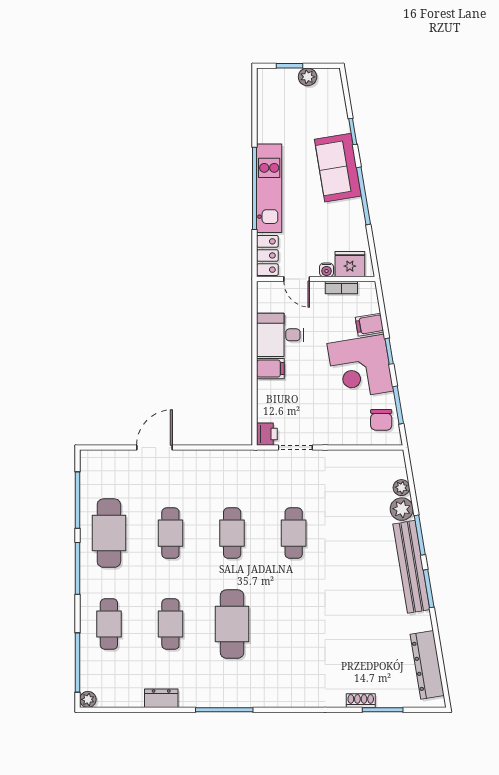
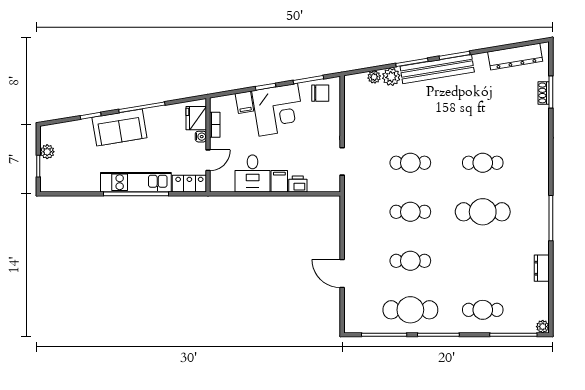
printer: (267, 434) -> (298, 184), moved
cafe table: (170, 624) -> (483, 163), moved
shoe rack: (361, 701) -> (544, 93), moved

